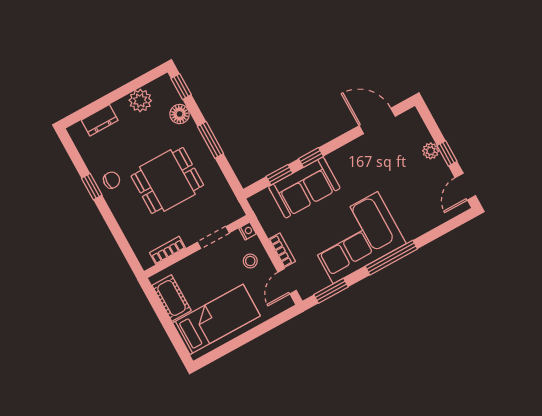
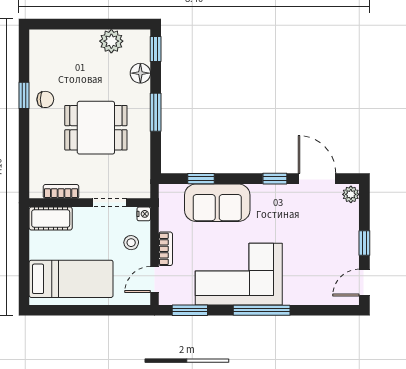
dresser: (100, 120) -> (64, 39), removed
plant: (431, 151) -> (351, 194), moved
window: (311, 157) -> (275, 179), moved
cot: (172, 298) -> (51, 218), moved, turned 90

